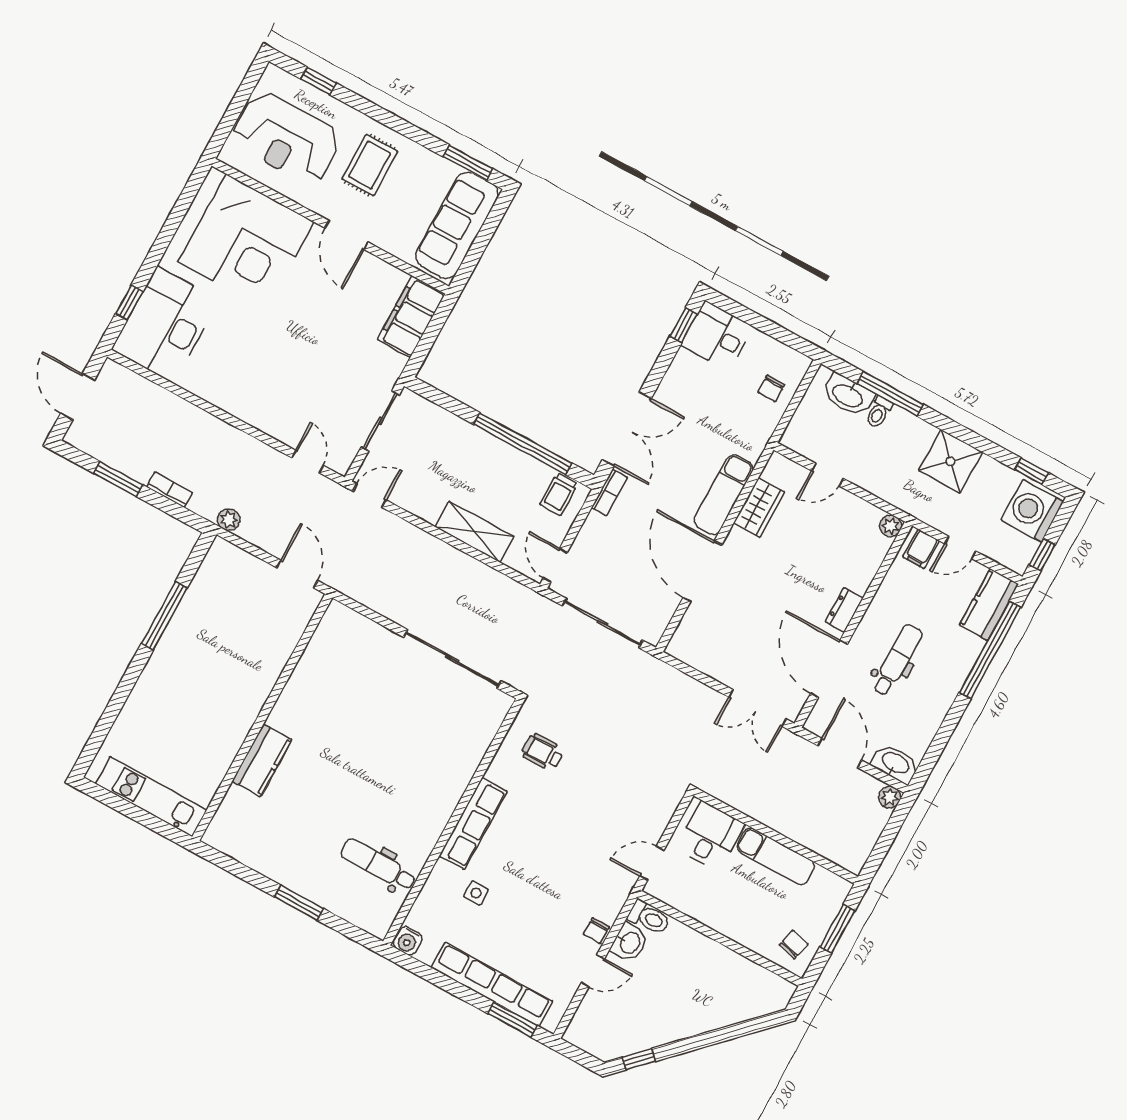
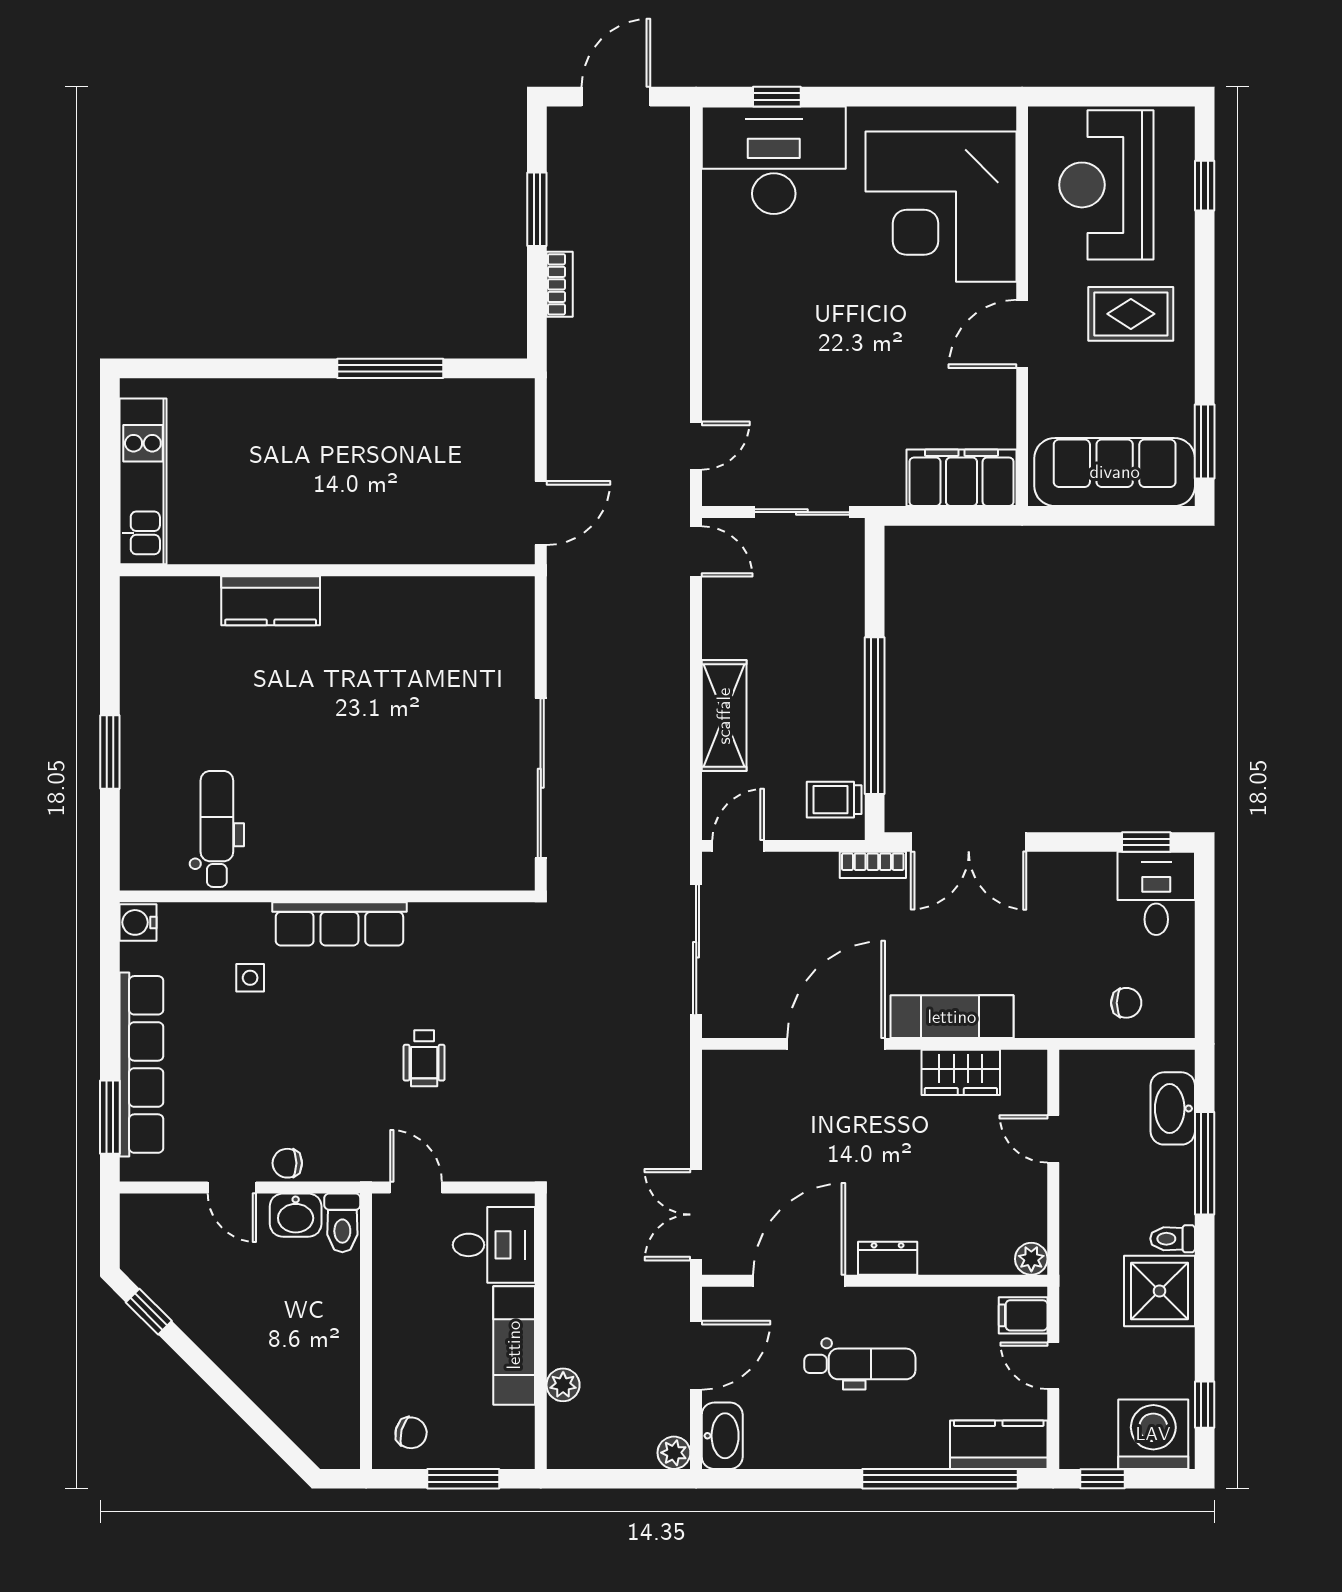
chair: (771, 388) -> (1126, 1003), turned 180
toilet: (879, 412) -> (1173, 1239), moved
plant: (229, 520) -> (563, 1385), moved
wheelchair: (543, 752) -> (424, 1058), moved, turned 180

